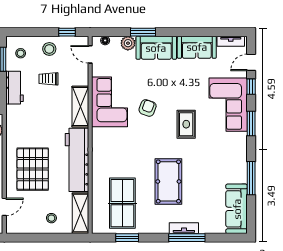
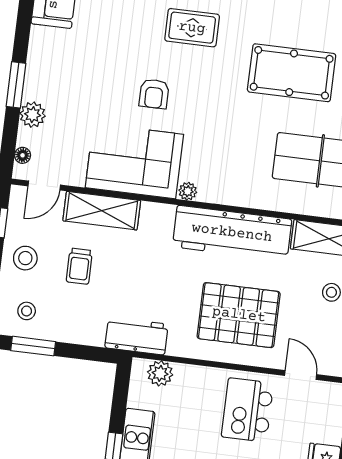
sofa: (156, 48) -> (47, 64), removed
workbench: (14, 88) -> (137, 336), moved
shelving: (80, 107) -> (102, 211), moved
armchair: (148, 108) -> (154, 94), turned -110
plant: (97, 133) -> (188, 191), added

